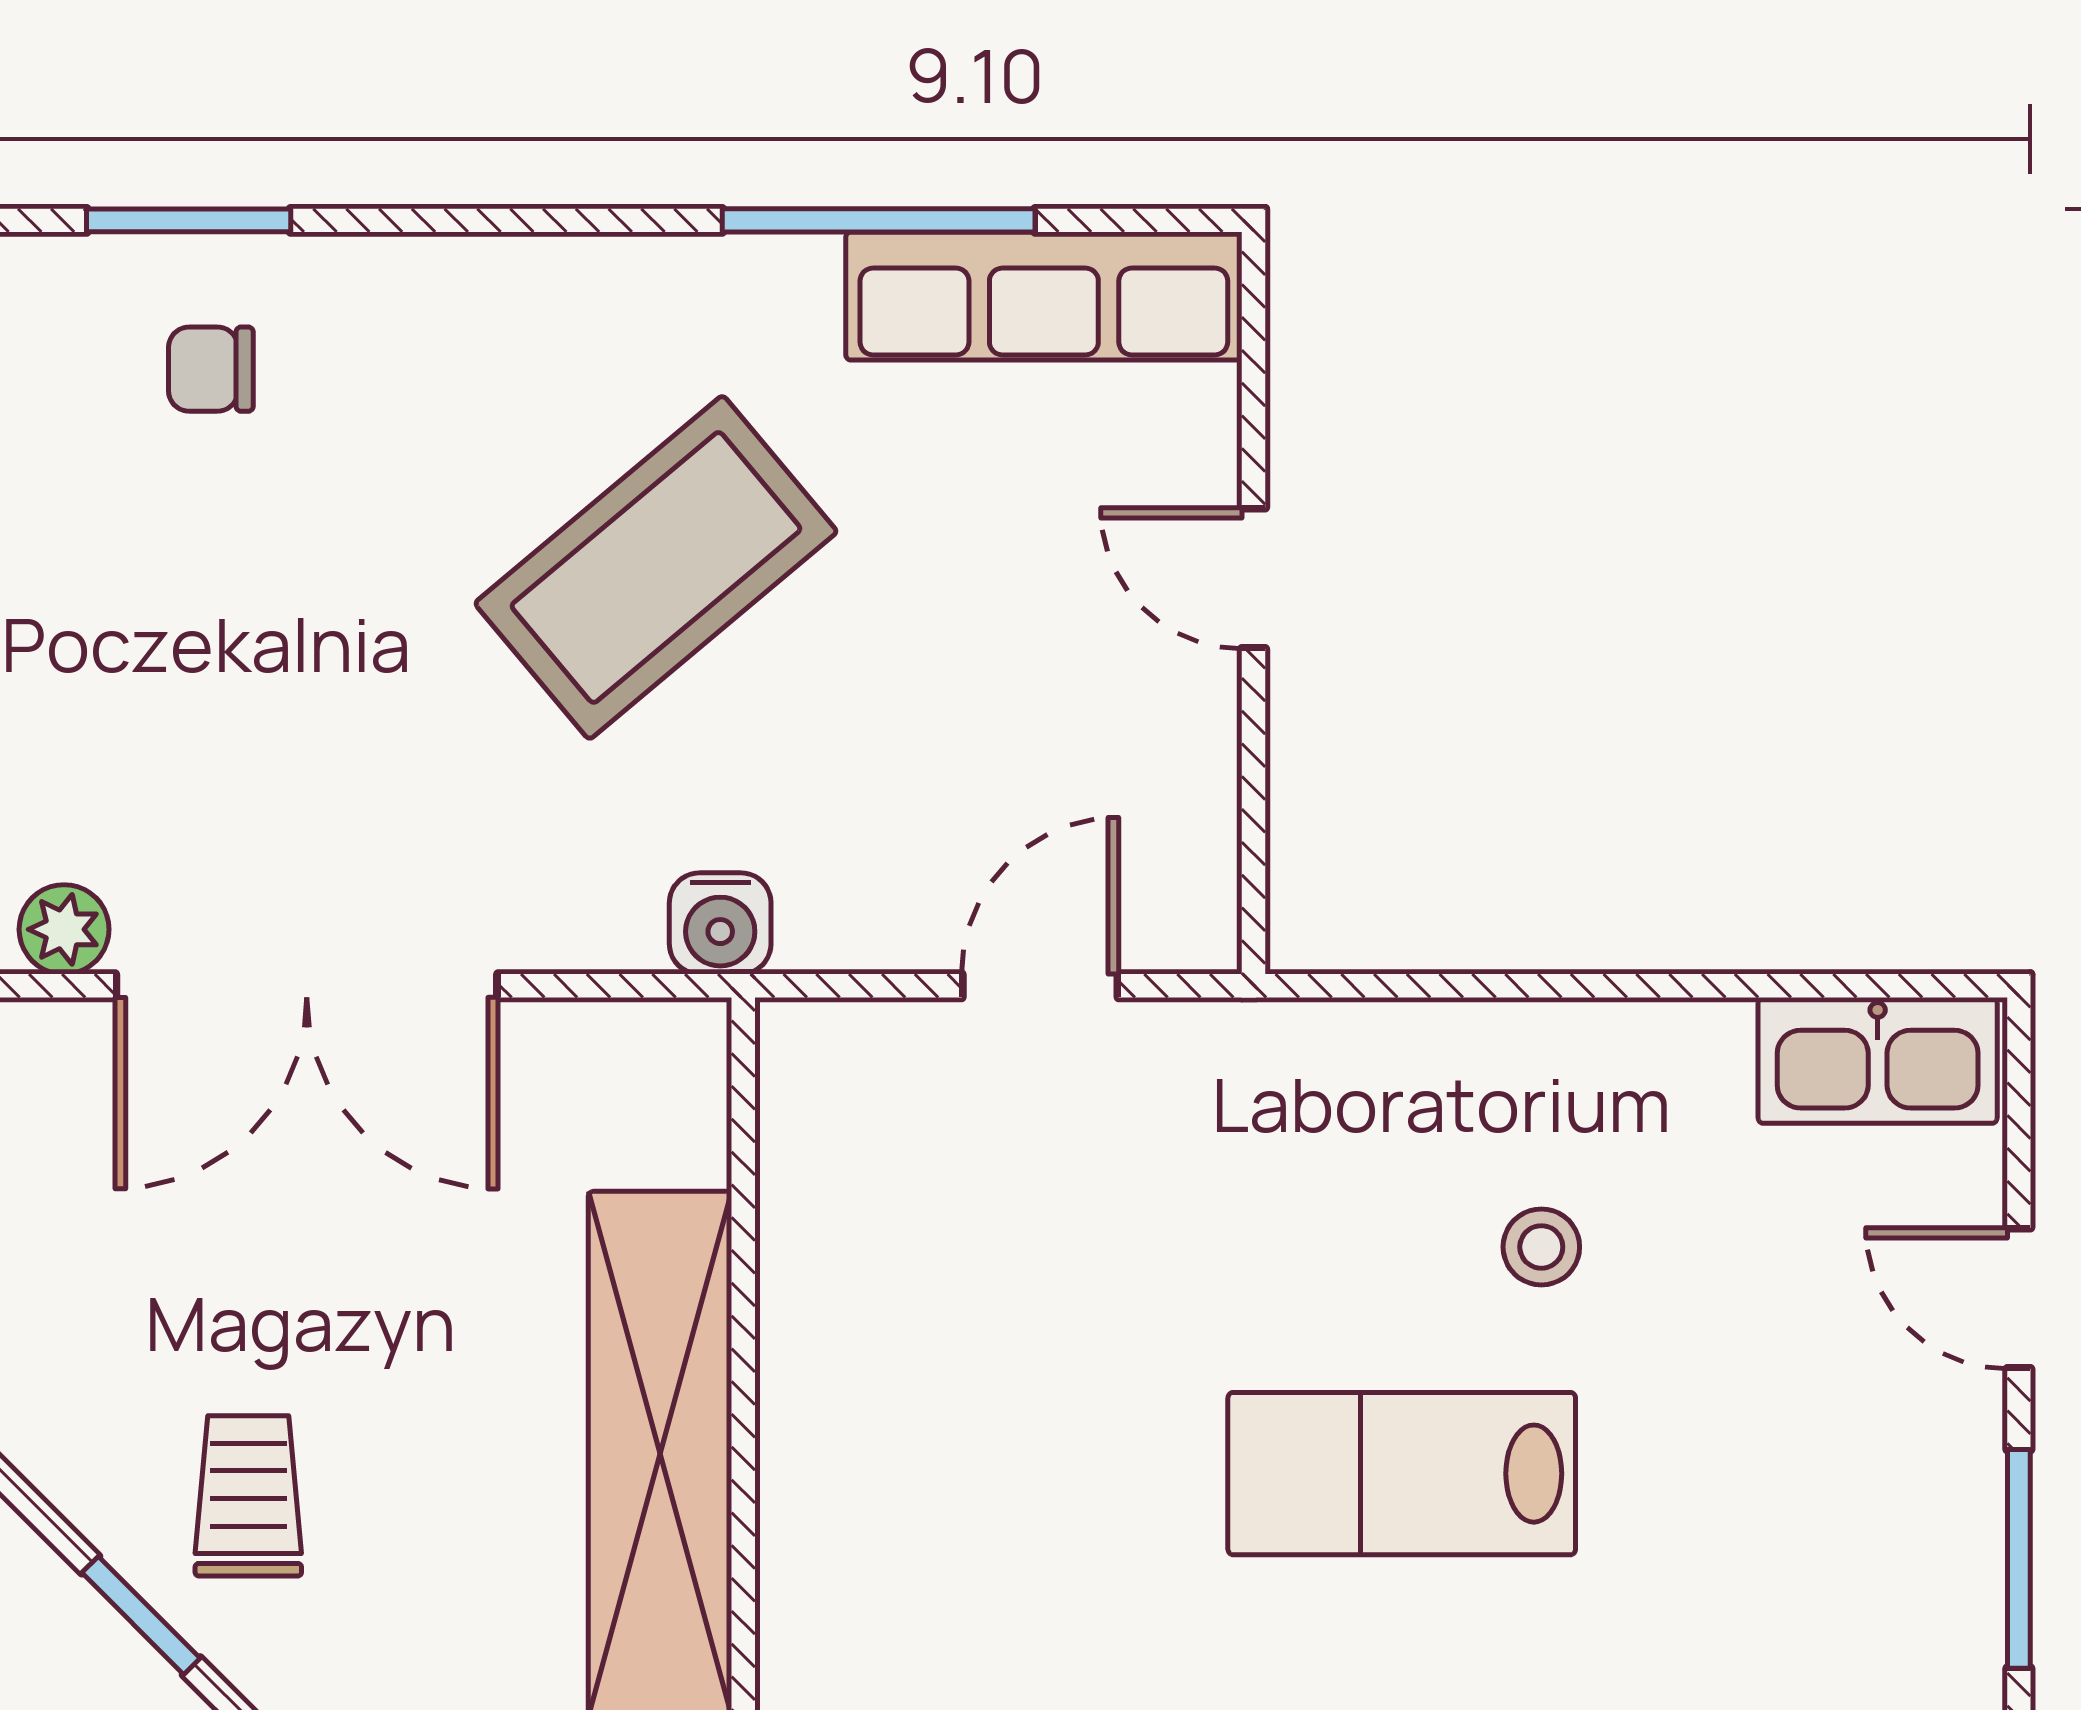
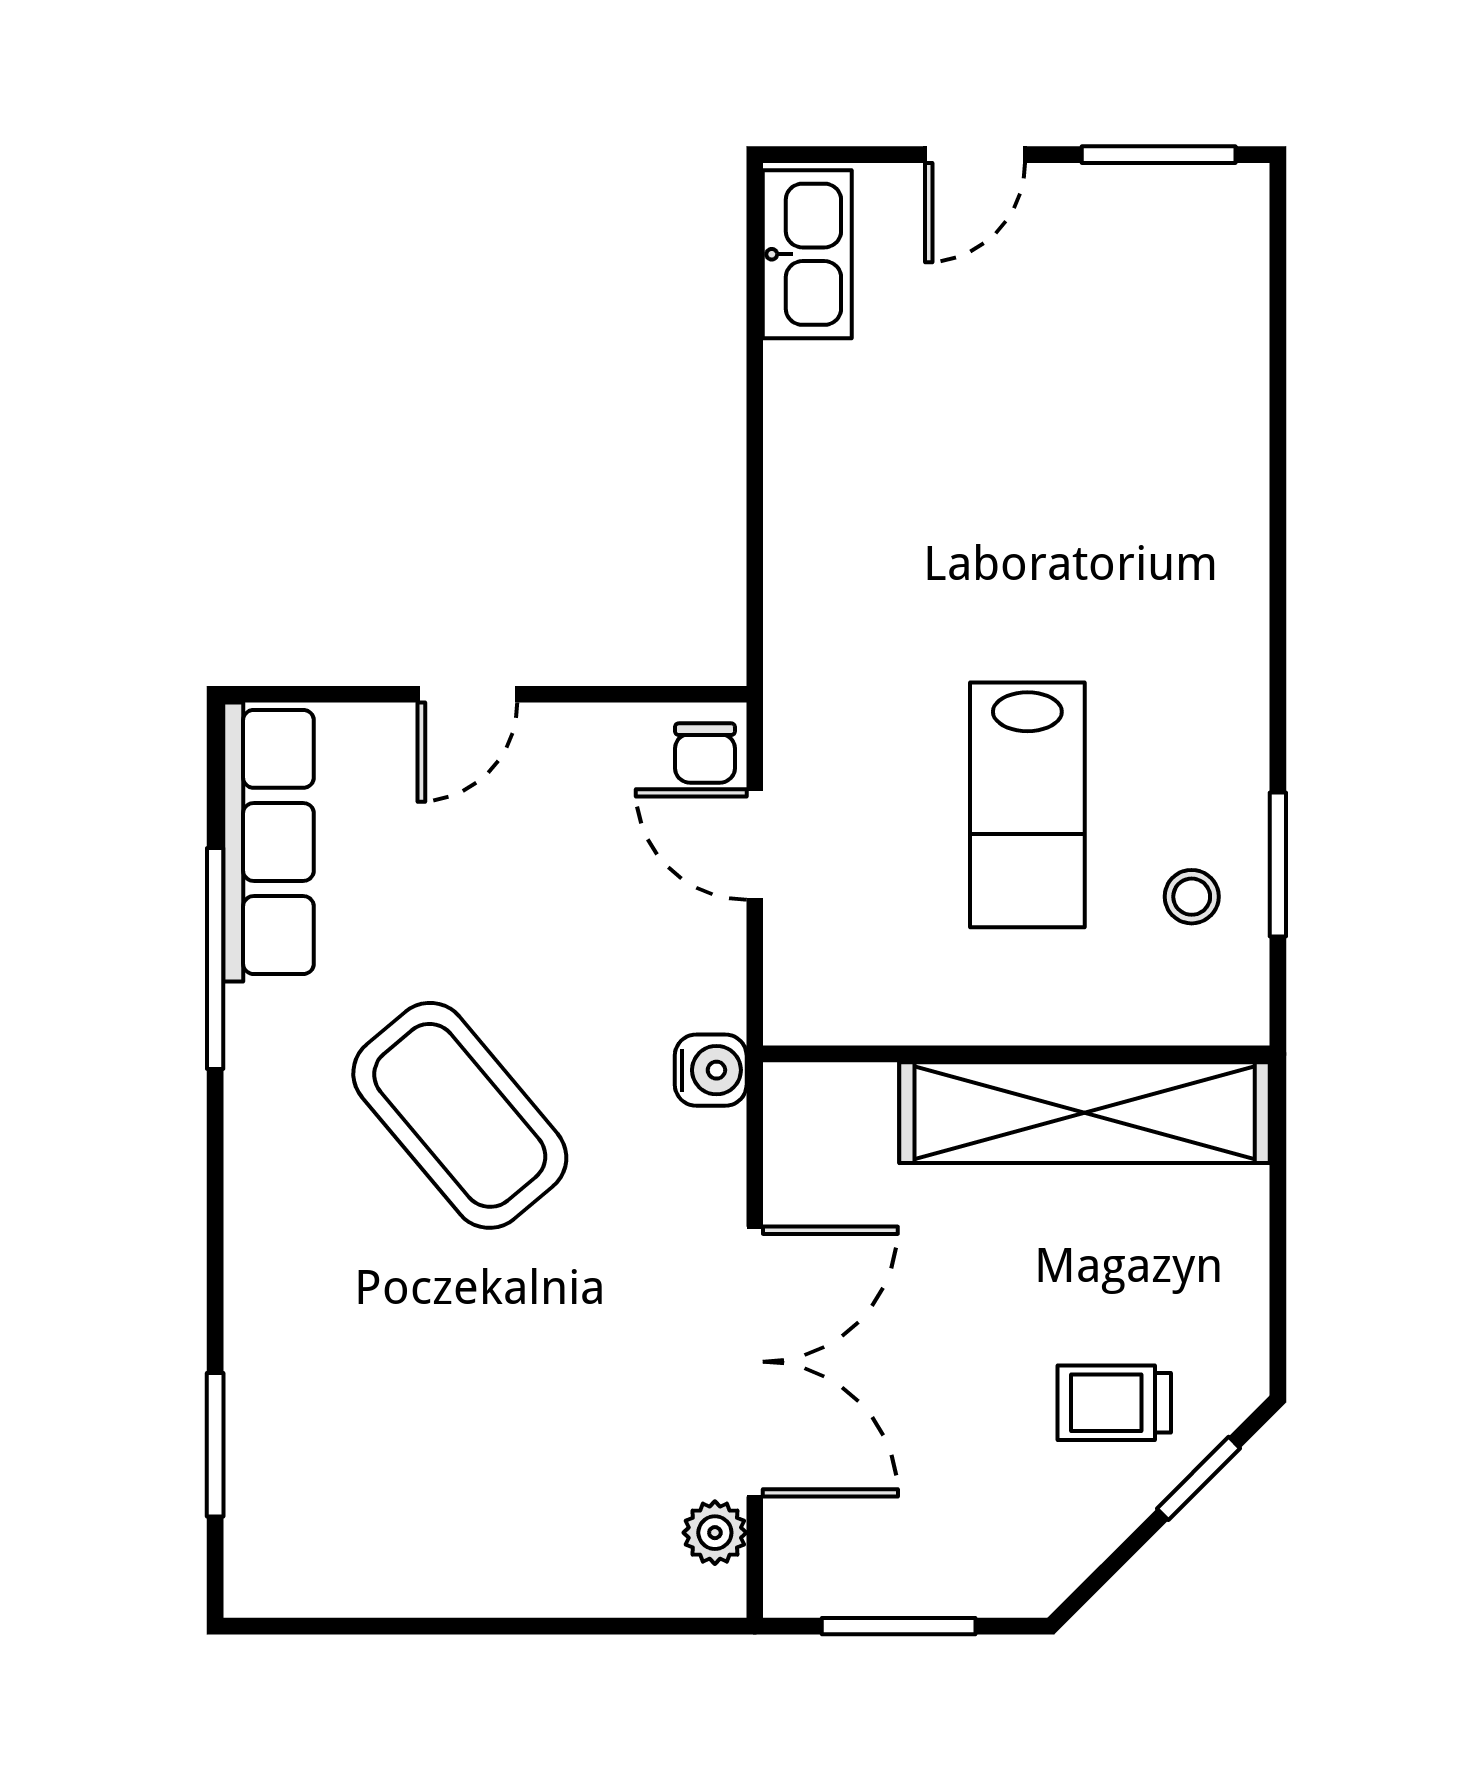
chair: (211, 369) -> (705, 753), moved
stool: (1541, 1247) -> (1192, 897), moved
lab bench: (1402, 1474) -> (1027, 805), moved

